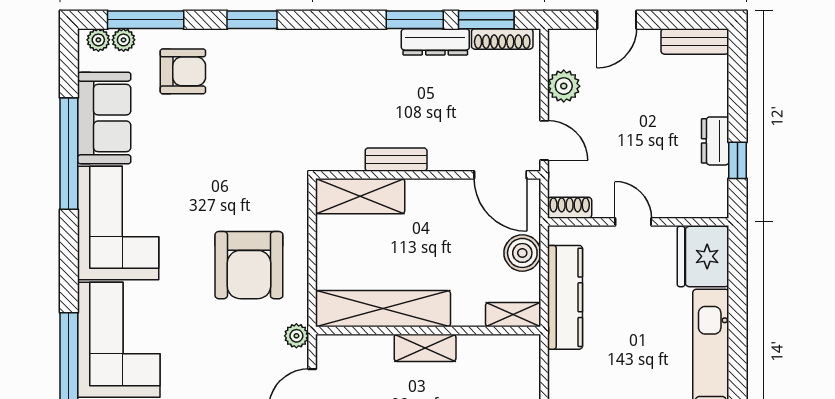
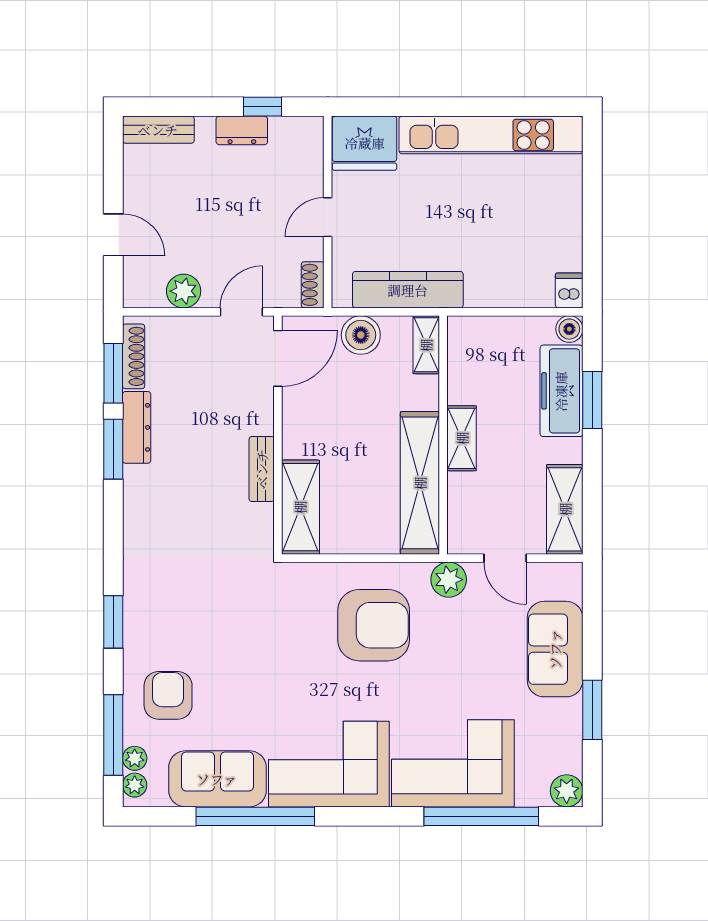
bench: (695, 41) -> (158, 130), moved, turned 90
plant: (296, 336) -> (449, 580), width x1.38, depth x1.38

